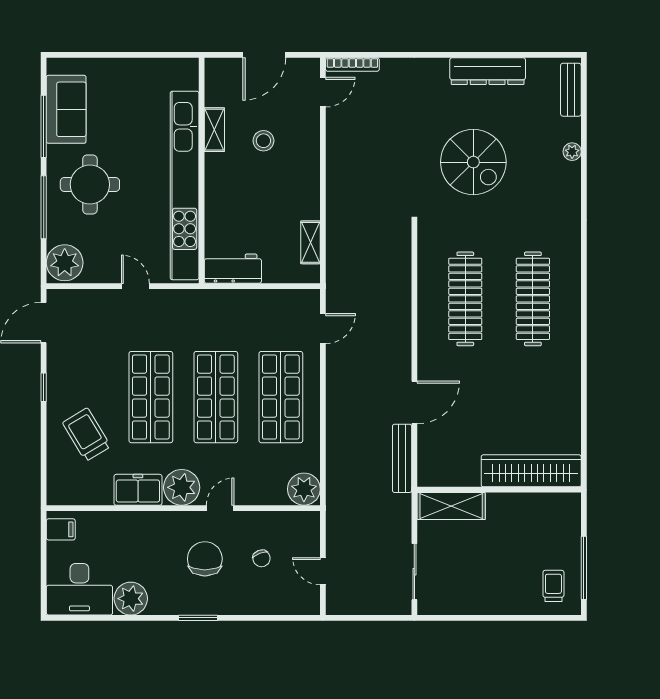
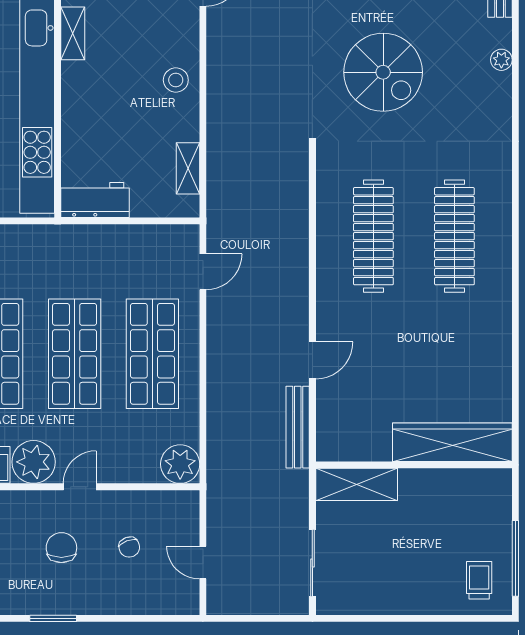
stool: (263, 141) -> (176, 80), moved
door: (414, 402) -> (312, 360), width x0.73
chair: (205, 559) -> (61, 548), width x0.73, depth x0.73

